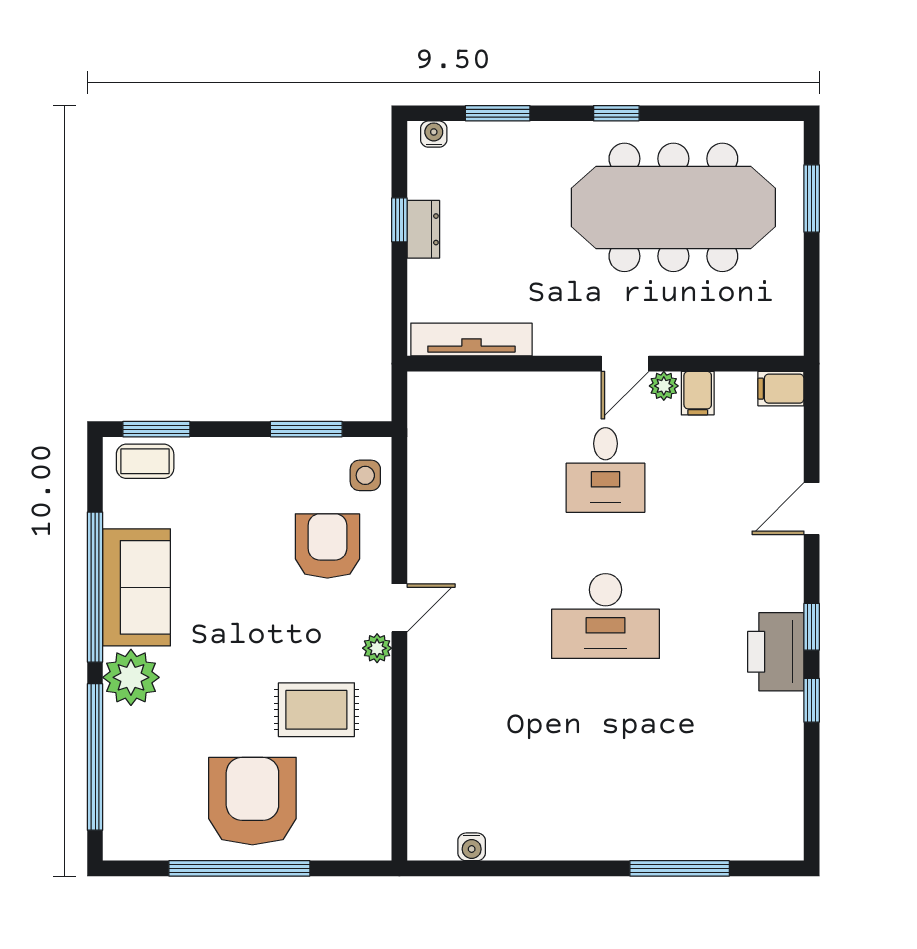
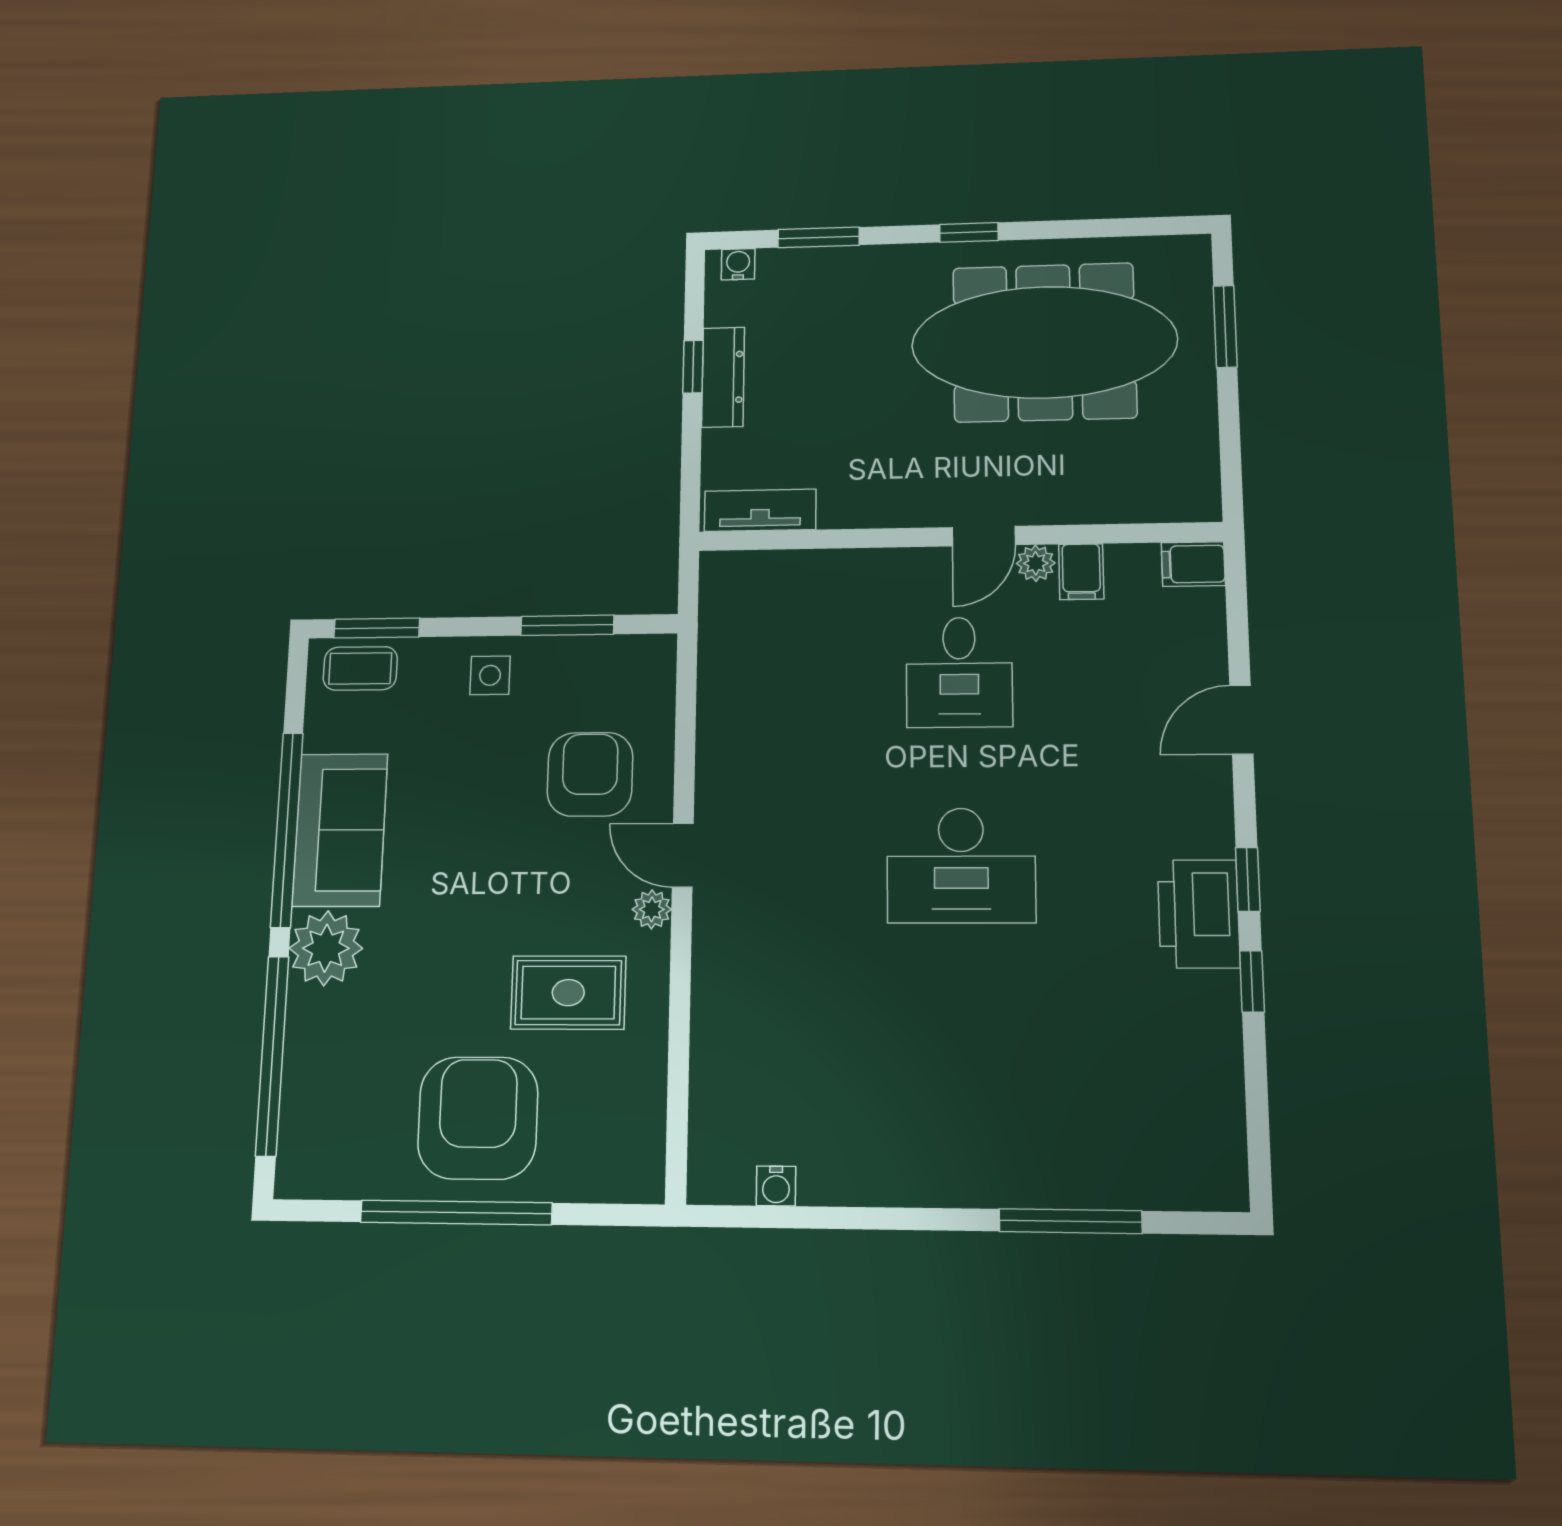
dresser: (423, 229) -> (723, 377), width x1.44
tv unit: (471, 340) -> (760, 510), width x0.71
side table: (365, 475) -> (490, 675), moved
door: (399, 608) -> (683, 855), swing flipped

